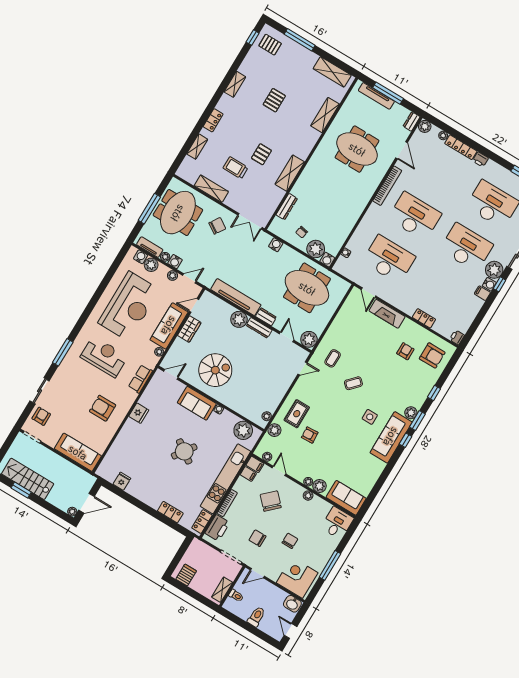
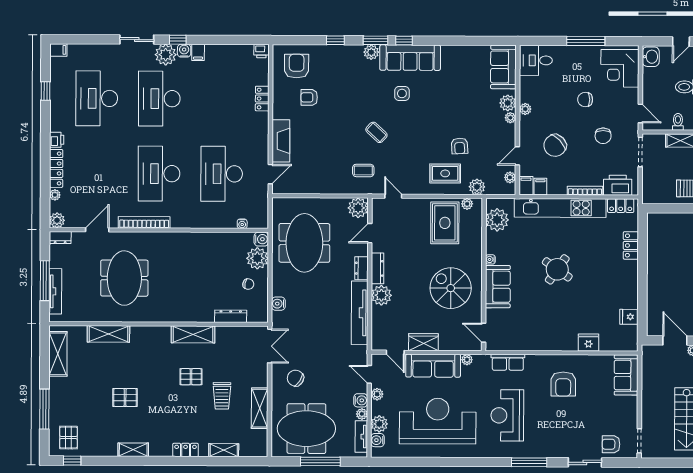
rug: (263, 393) -> (445, 223), added
fridge: (139, 413) -> (588, 342), moved
sofa: (78, 452) -> (626, 375), width x0.73

